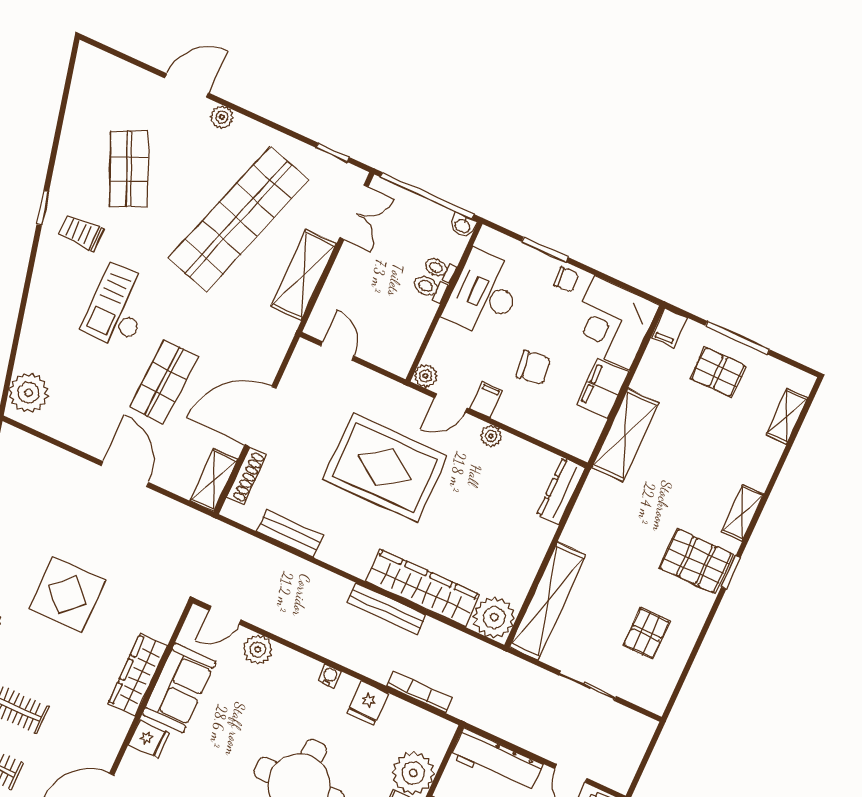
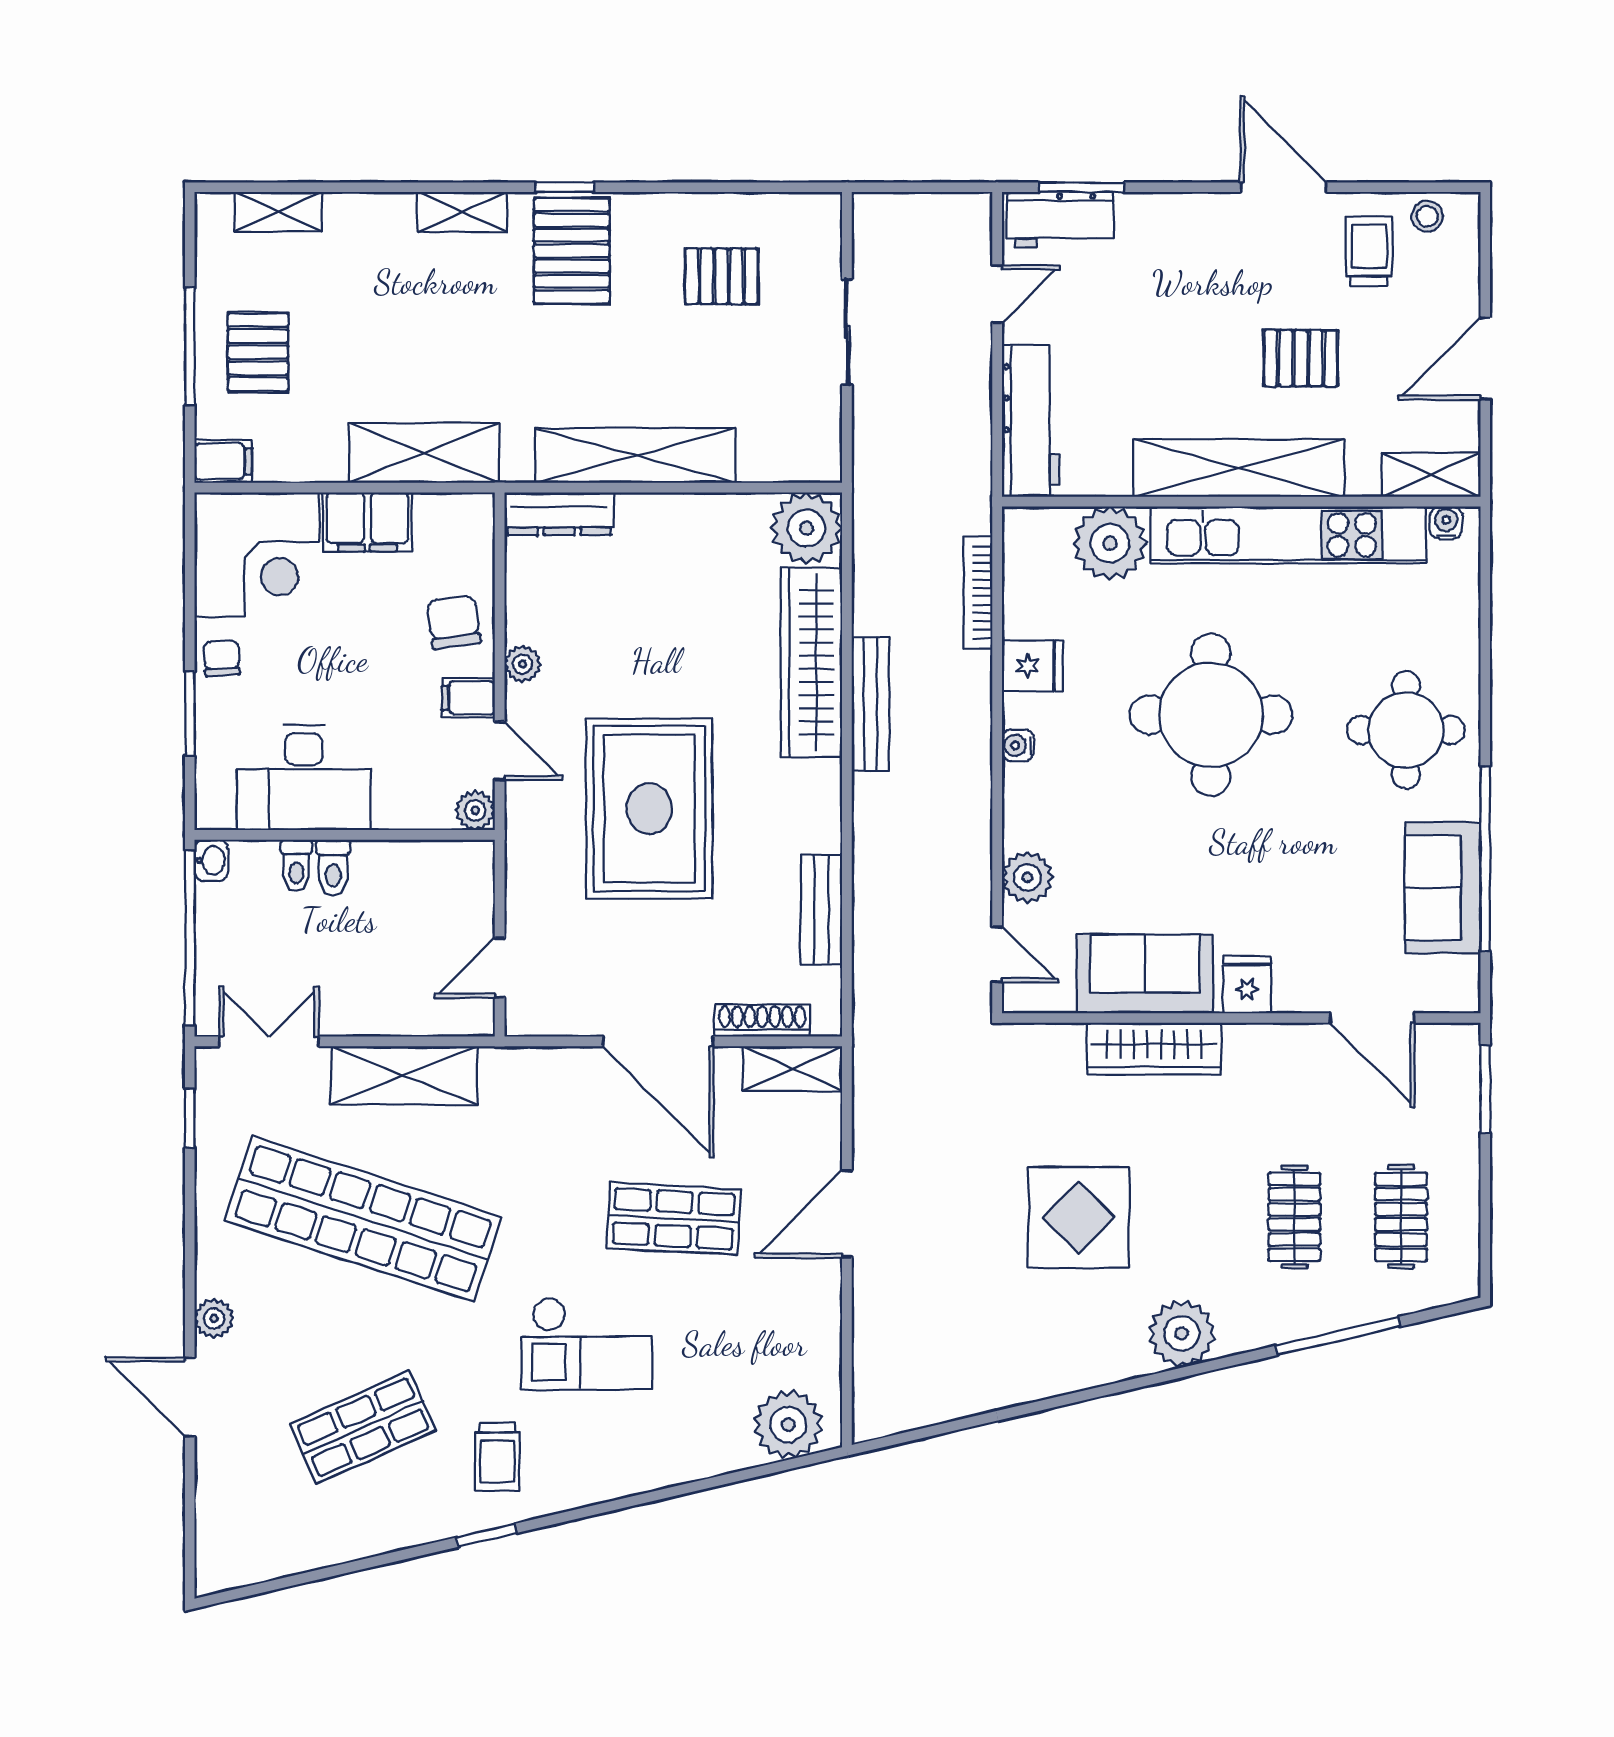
chair: (533, 368) -> (454, 622), moved
shelving: (548, 601) -> (635, 456), moved

